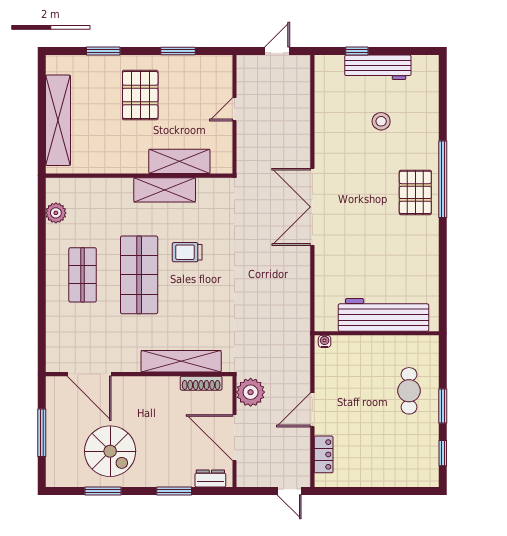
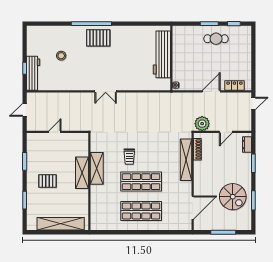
door: (277, 51) -> (25, 110), hinge flipped
workbench: (378, 67) -> (33, 73), moved
pallet: (140, 95) -> (48, 181), width x0.67, depth x0.71
door: (234, 109) -> (55, 132), swing flipped
shelving: (179, 161) -> (82, 173), moved
double door: (312, 207) -> (106, 91), width x0.54
plant: (56, 213) -> (109, 225), removed
shop shelf: (83, 275) -> (141, 211), width x1.43, depth x1.36
cafe table: (409, 391) -> (216, 39), moved
door: (312, 410) -> (211, 91), swing flipped
door: (234, 438) -> (226, 132), width x0.53
spiral stairs: (110, 451) -> (233, 197), turned 90

